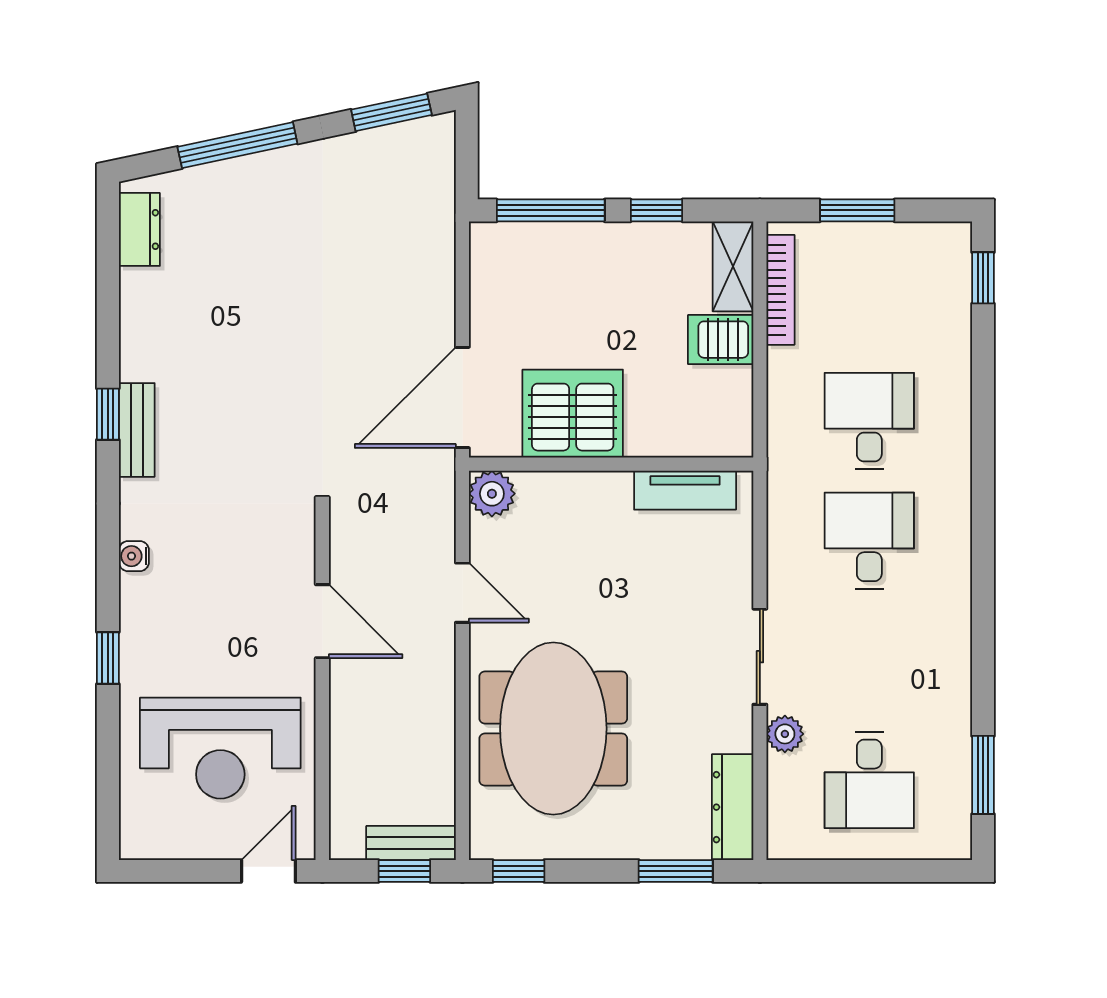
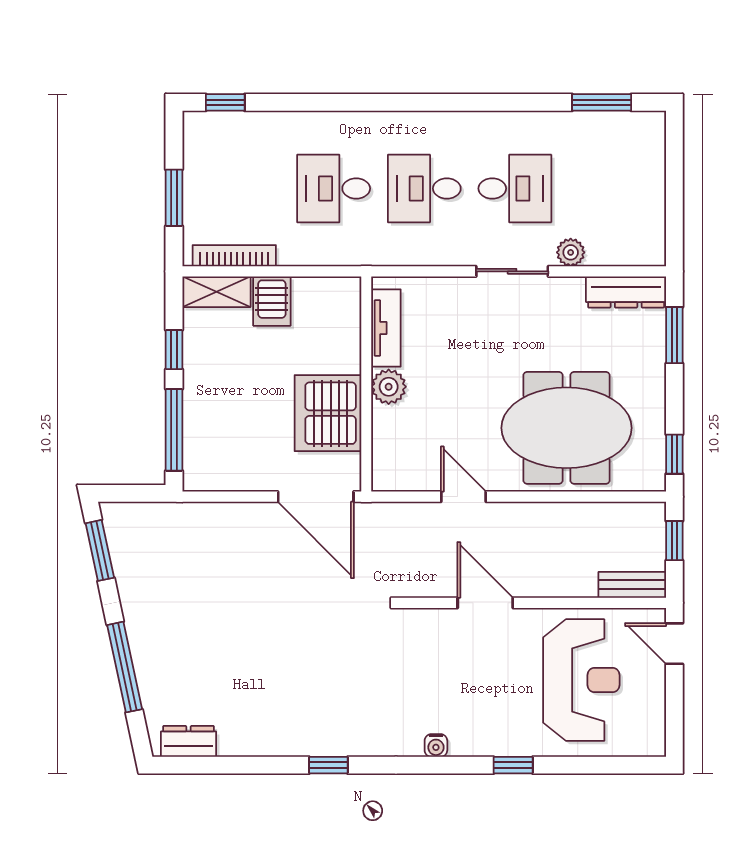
bench: (137, 430) -> (340, 743), removed
plant: (492, 494) -> (389, 387), moved
door: (462, 593) -> (464, 497), hinge flipped
door: (322, 621) -> (485, 603), hinge flipped
desk: (869, 780) -> (515, 188), moved
bench: (411, 843) -> (632, 585), moved, turned 90

